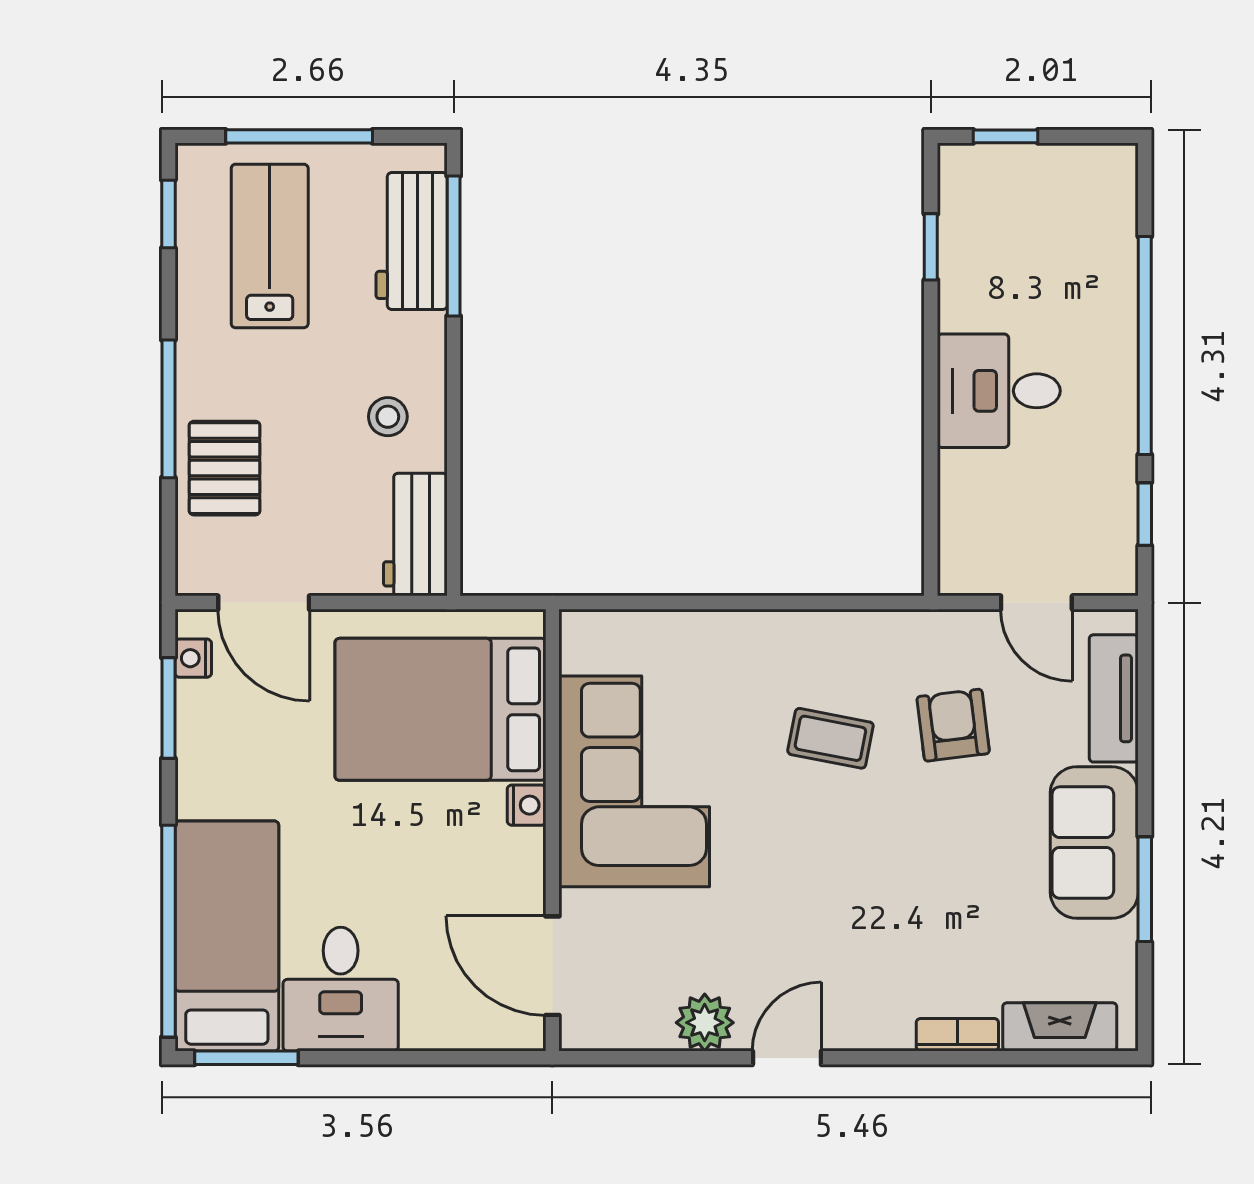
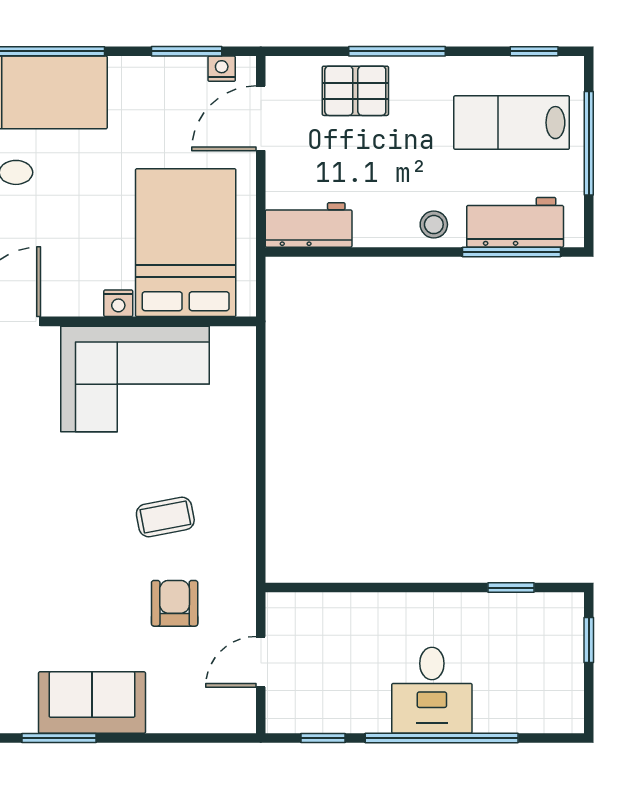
lab bench: (270, 246) -> (512, 123), turned 180
desk: (999, 391) -> (432, 690), moved, turned 180
stool: (388, 417) -> (434, 225), moved
tv unit: (1114, 698) -> (193, 716), removed
armchair: (953, 725) -> (175, 603), turned -83
coffee table: (830, 738) -> (165, 517), turned 68

